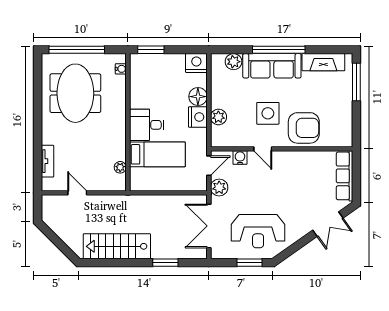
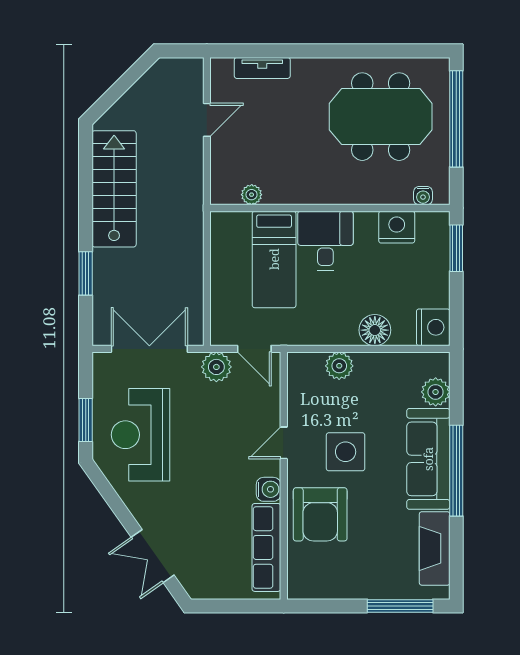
nightstand: (198, 117) -> (397, 227), moved, turned 180
water cooler: (240, 158) -> (269, 489), moved
row of seats: (345, 176) -> (266, 547), moved, turned -90

